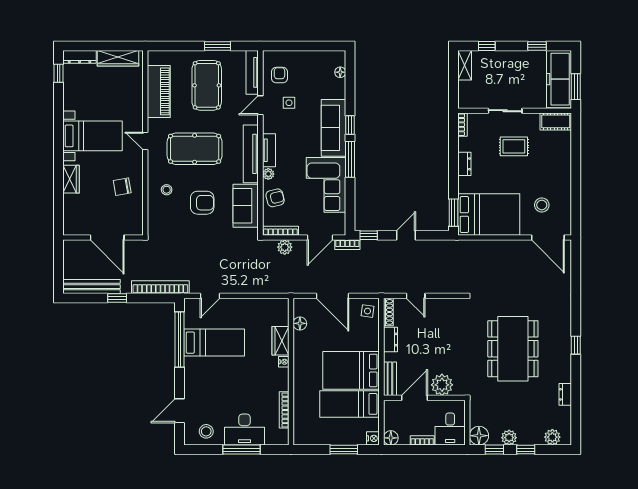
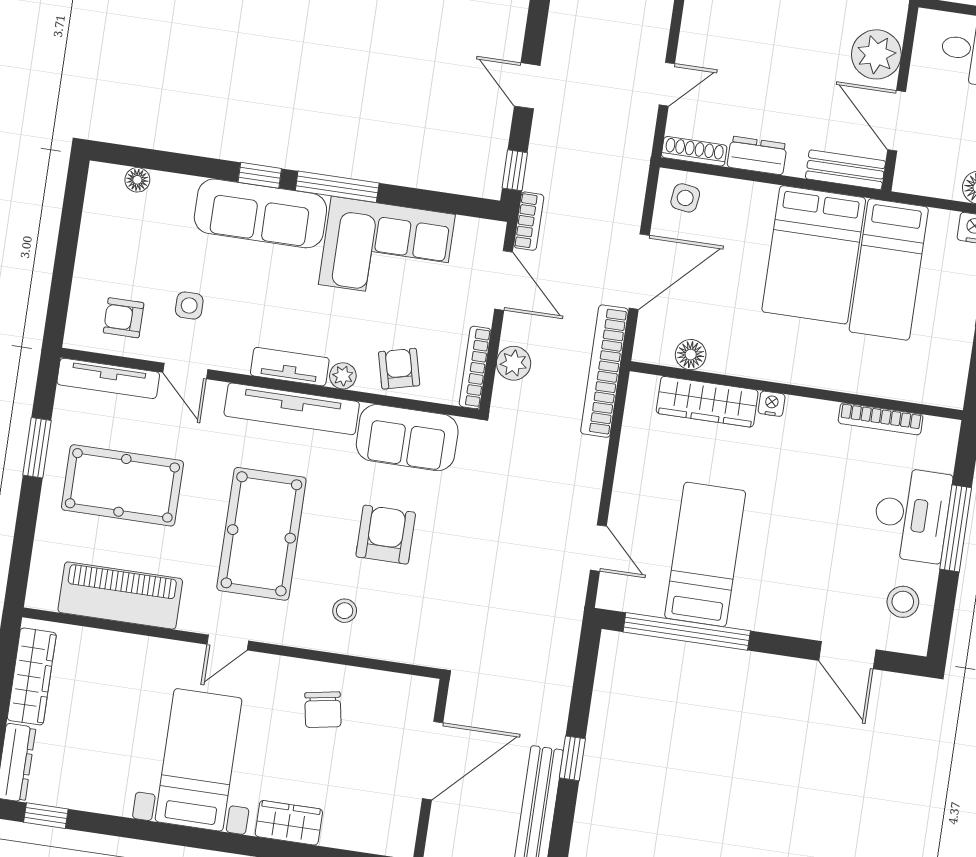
bookcase: (160, 287) -> (604, 371), moved
wardrobe: (280, 341) -> (707, 402), width x1.50

